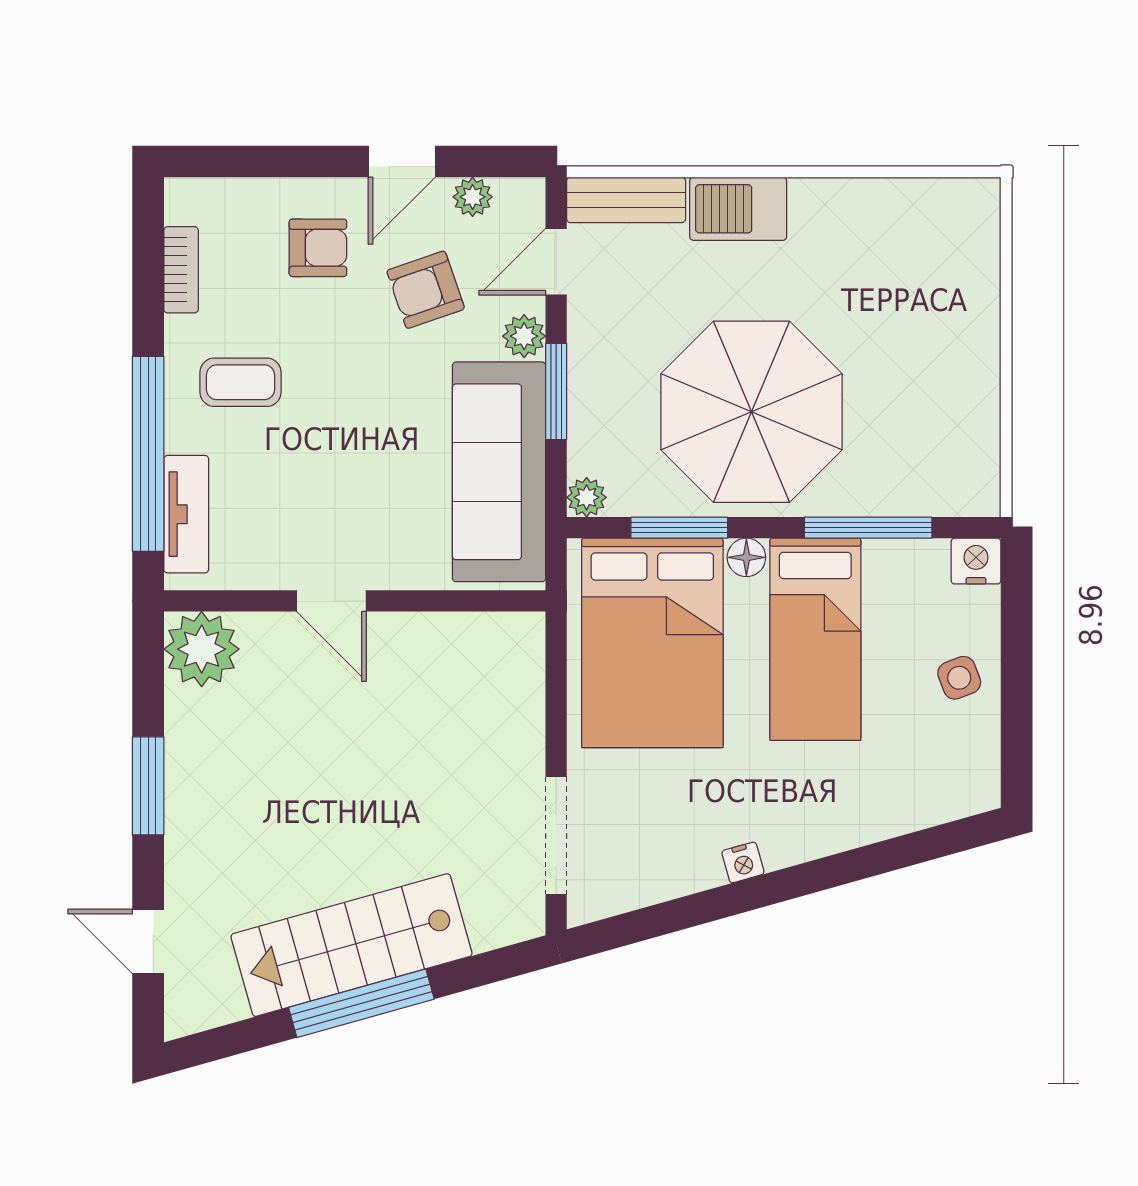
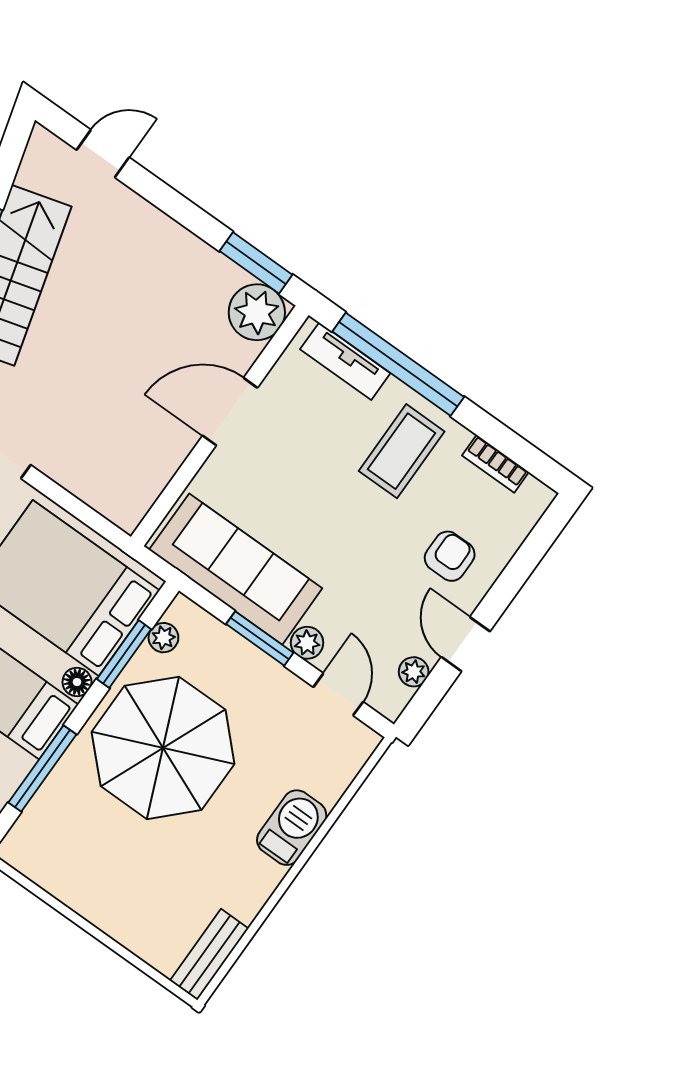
bench: (626, 200) -> (209, 955), moved
armchair: (318, 248) -> (450, 556), turned 180
armchair: (426, 290) -> (378, 603), removed
coffee table: (241, 382) -> (402, 451), width x1.36, depth x1.30
plant: (587, 497) -> (163, 638), moved
door: (331, 601) -> (230, 412), width x1.38
window: (148, 786) -> (256, 263), moved

